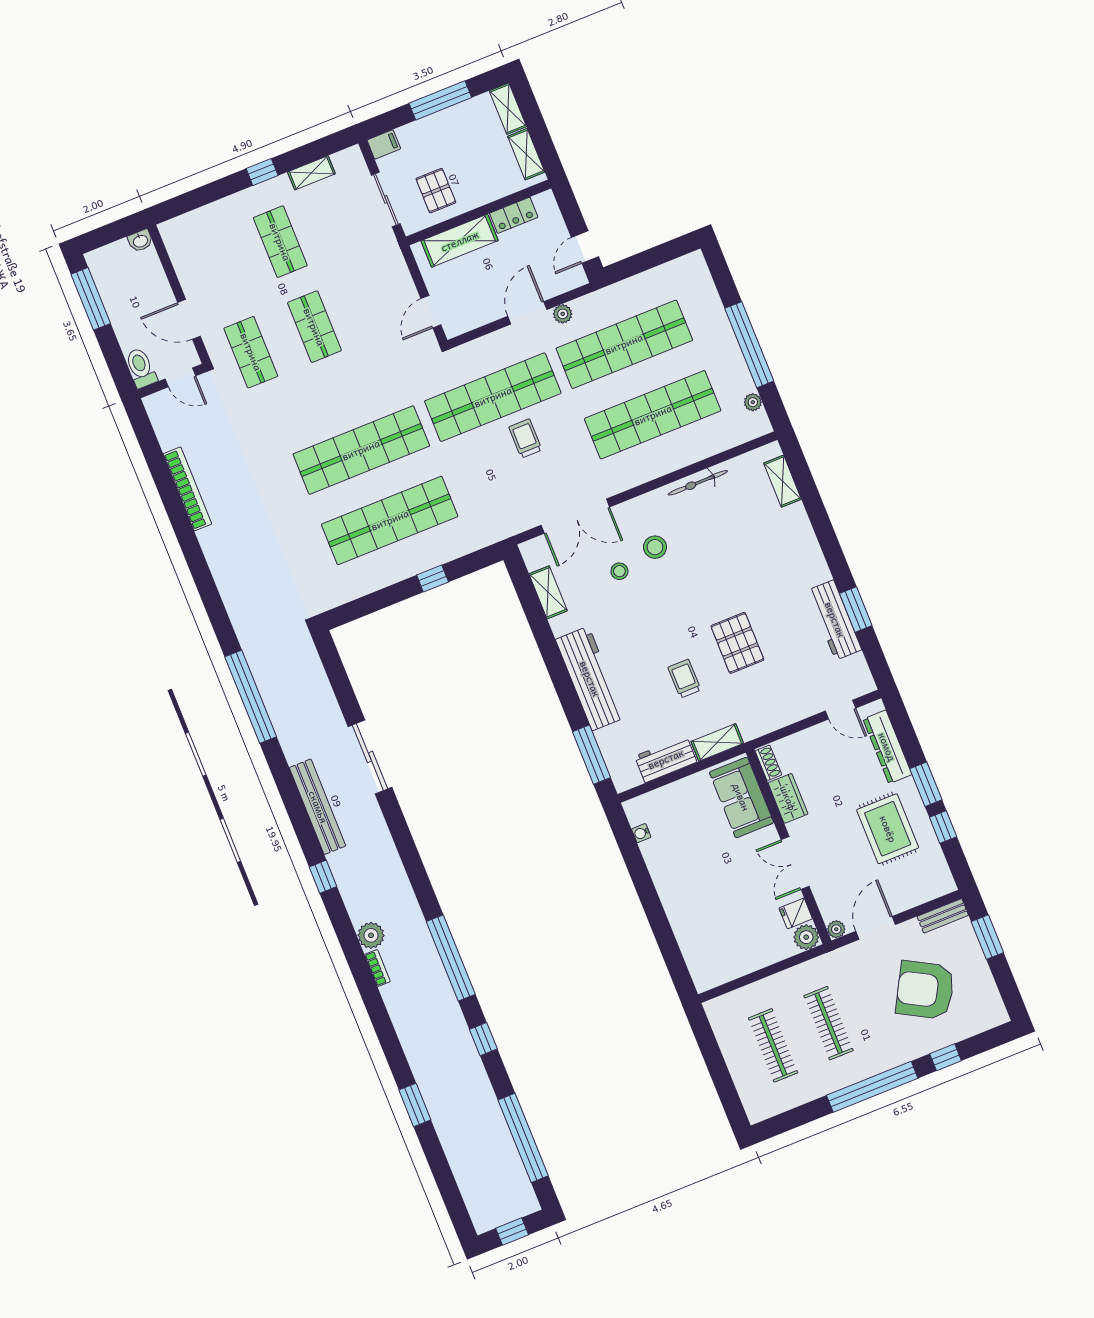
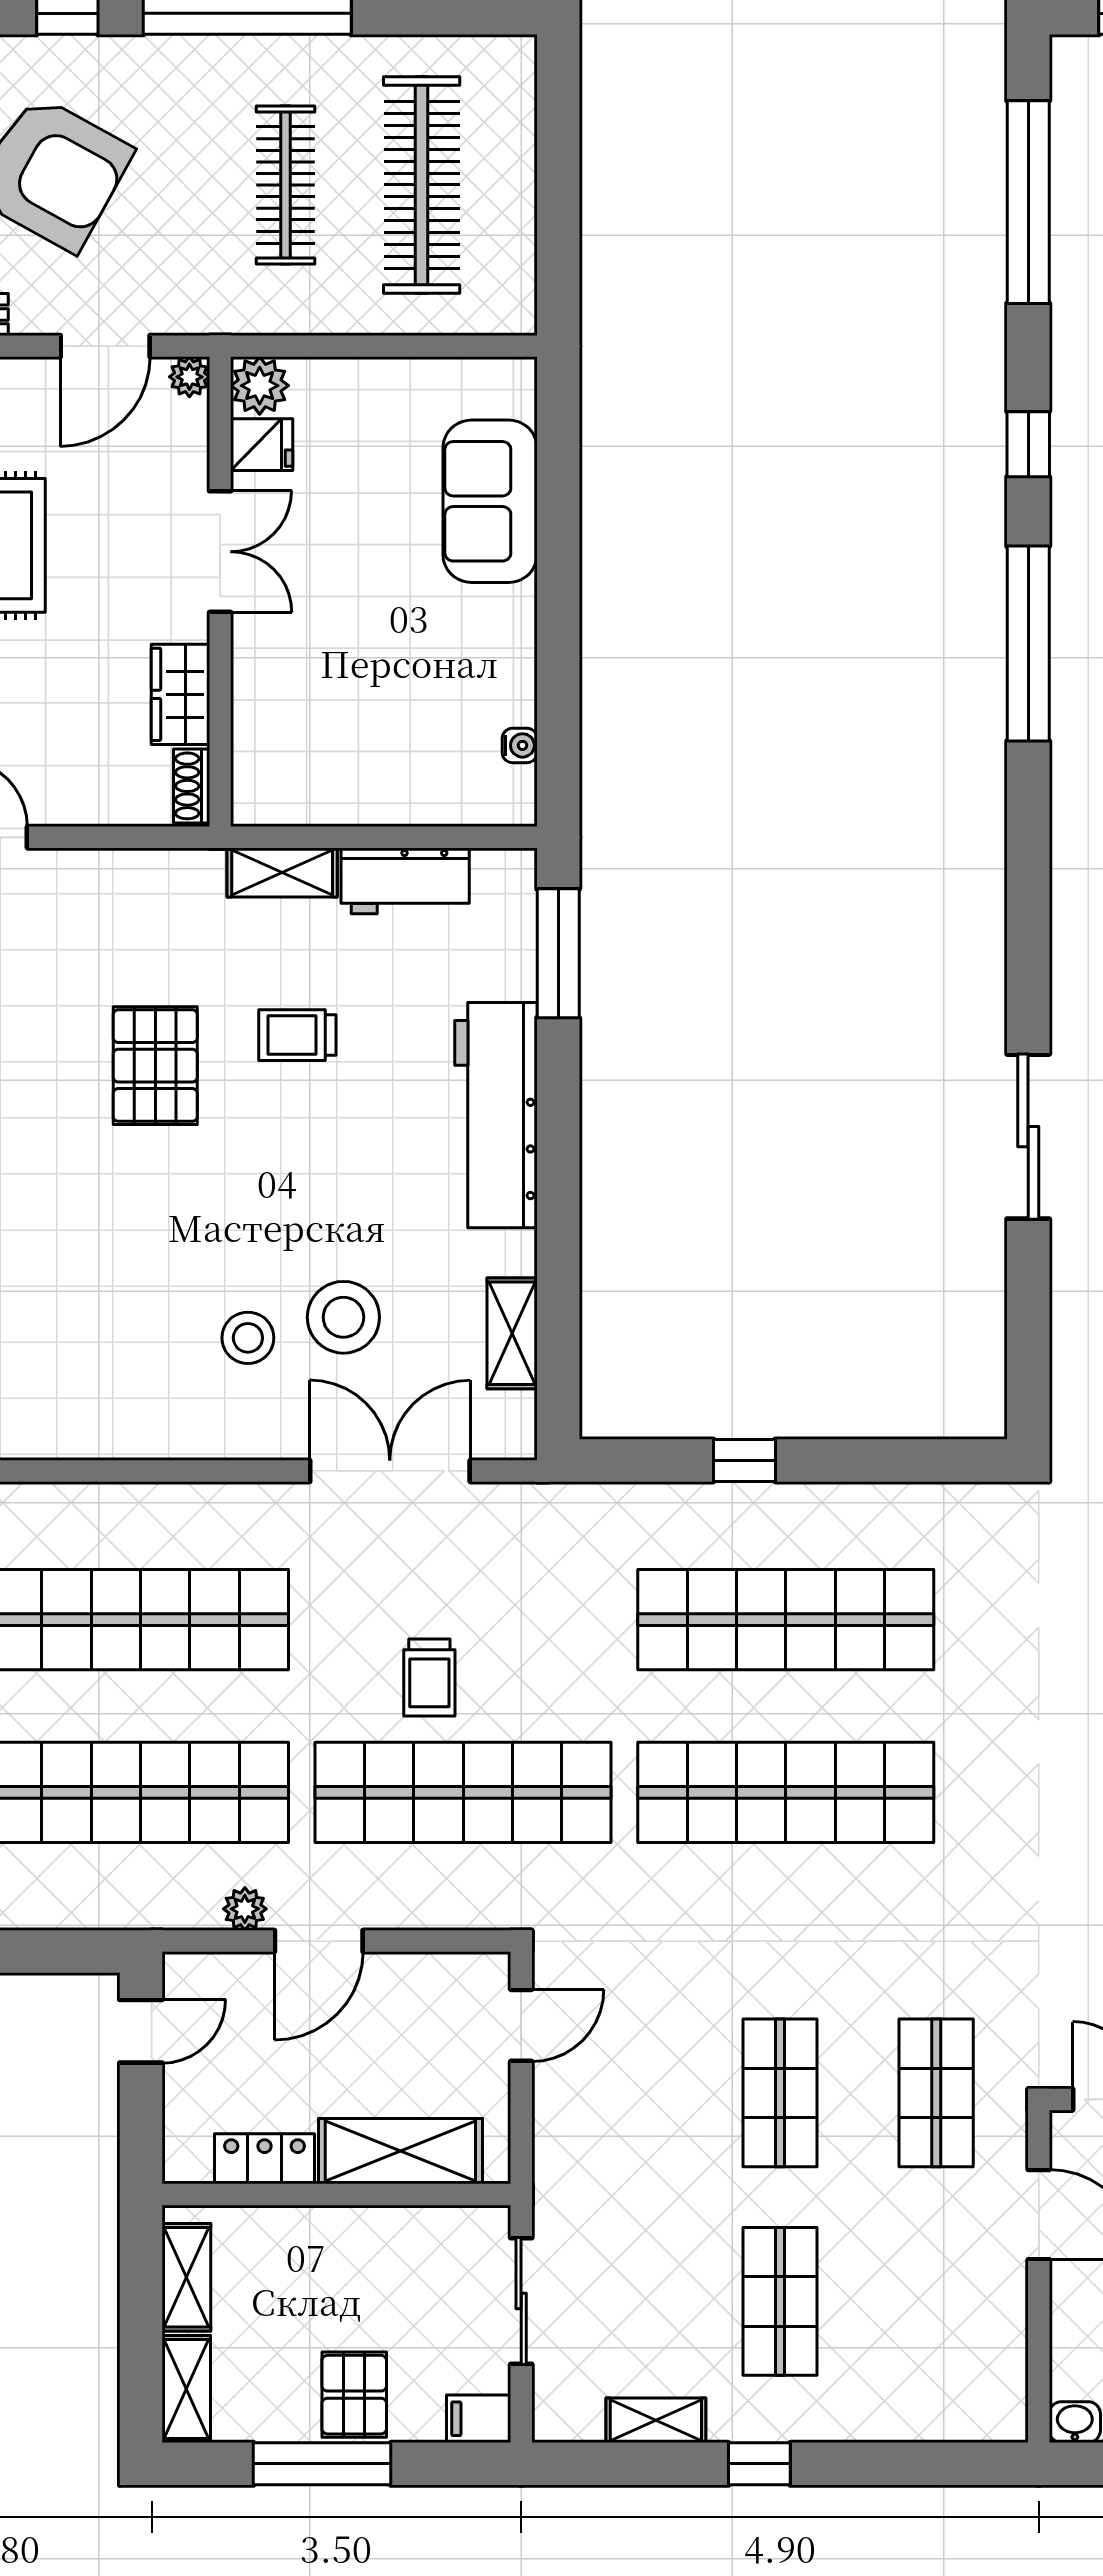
pallet: (436, 191) -> (354, 2395), moved
bicycle: (698, 483) -> (103, 1437), removed
stool: (619, 571) -> (343, 1317), width x1.89, depth x1.89
trolley: (684, 679) -> (297, 1035), turned 90
sofa: (741, 797) -> (490, 501), moved, turned 180
clothes rail: (773, 1045) -> (422, 185), width x1.37, depth x1.31

